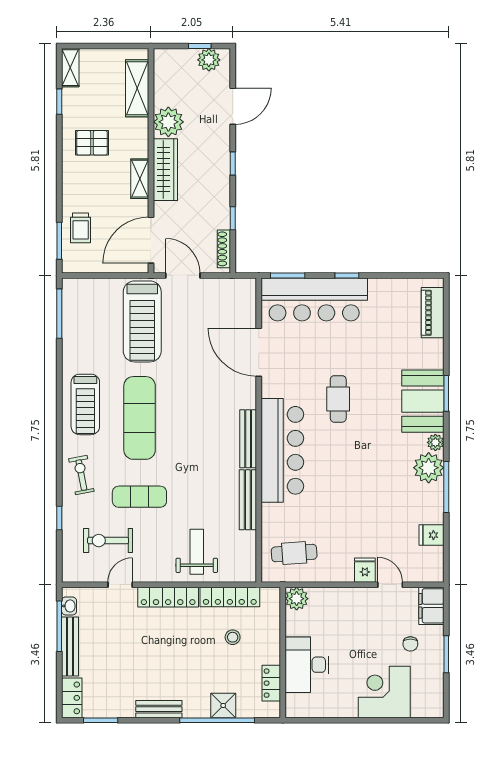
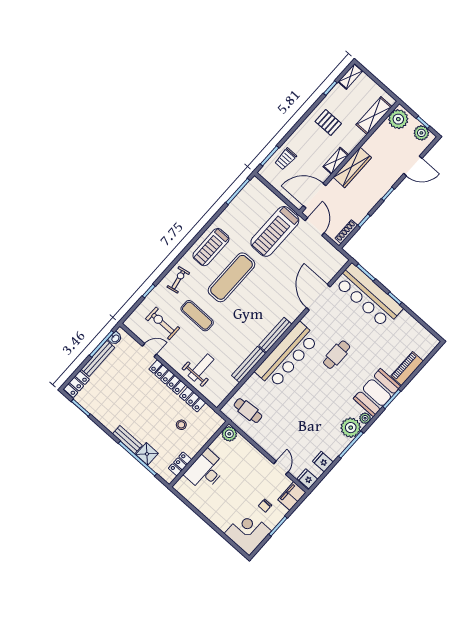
plant: (168, 122) -> (398, 119), moved
piano: (433, 313) -> (407, 368), moved
fridge: (365, 570) -> (307, 479), moved, turned -90
locker: (230, 597) -> (192, 399), width x0.66
corner desk: (384, 692) -> (248, 532), moved
bench: (159, 709) -> (127, 440), moved

